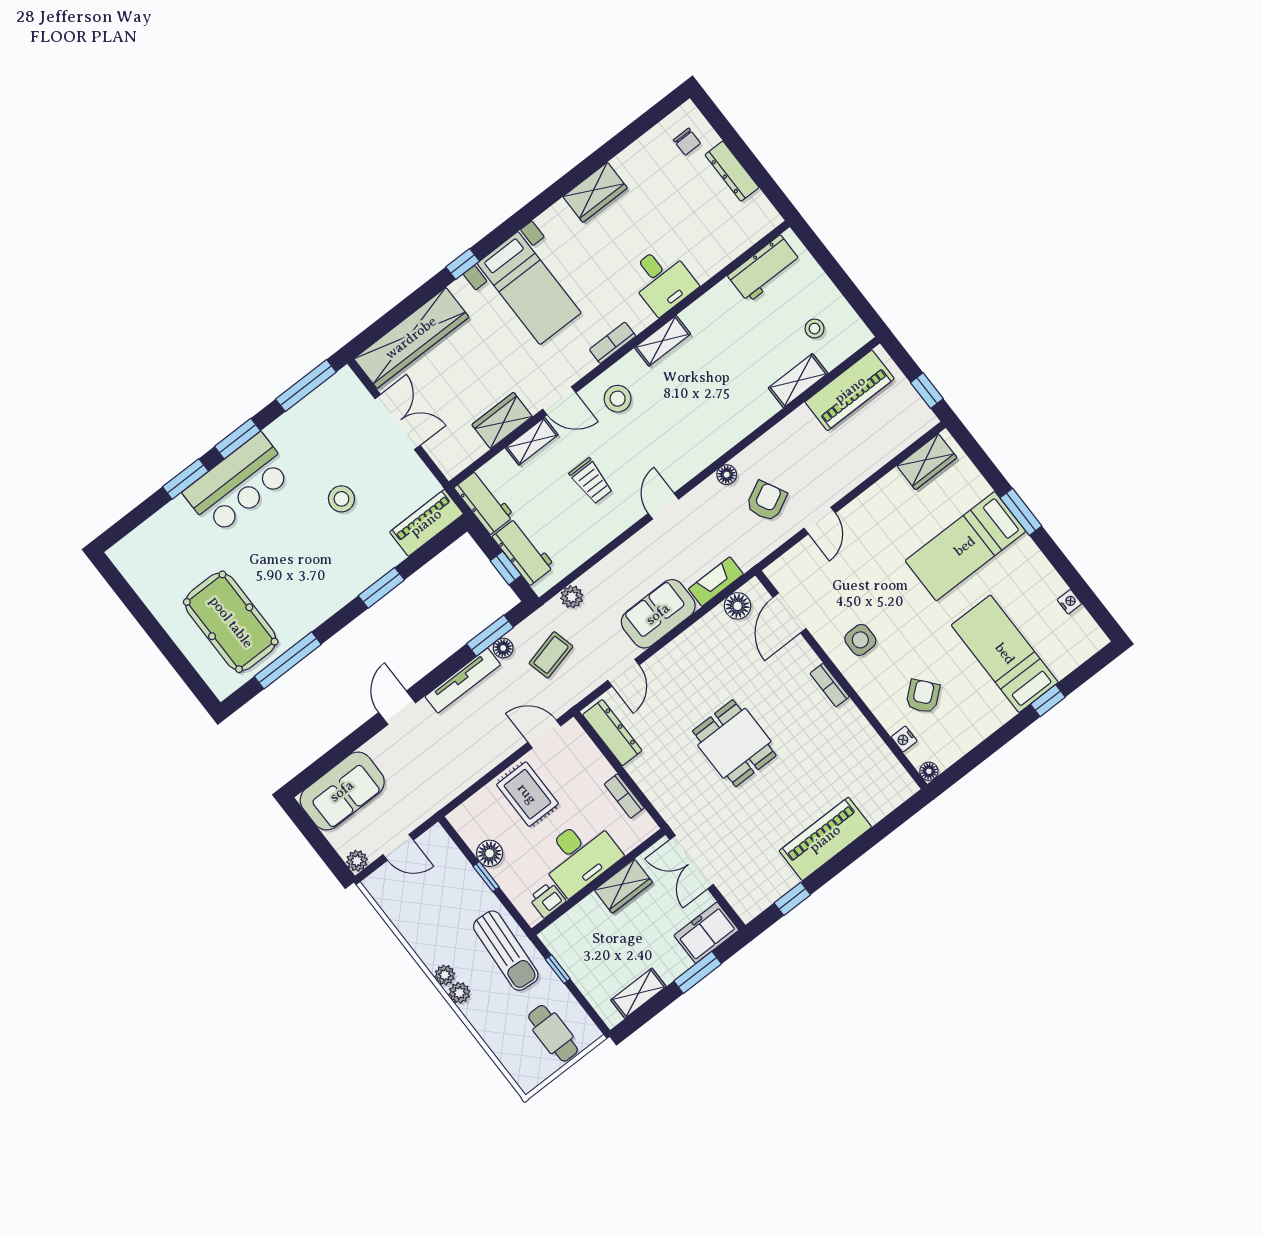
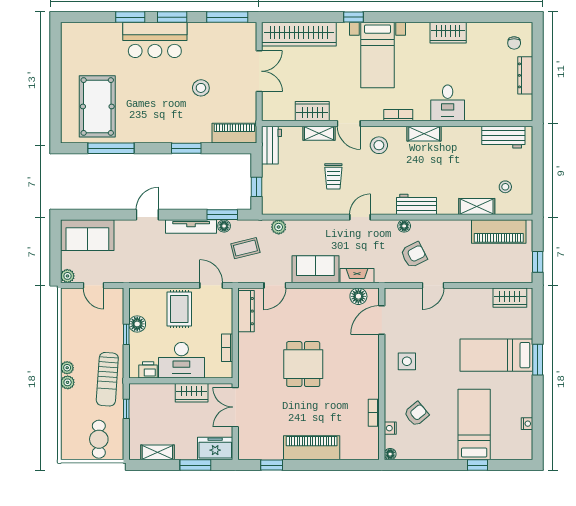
workbench: (523, 551) -> (417, 204), moved, turned -90
bookcase: (830, 685) -> (374, 413), moved

